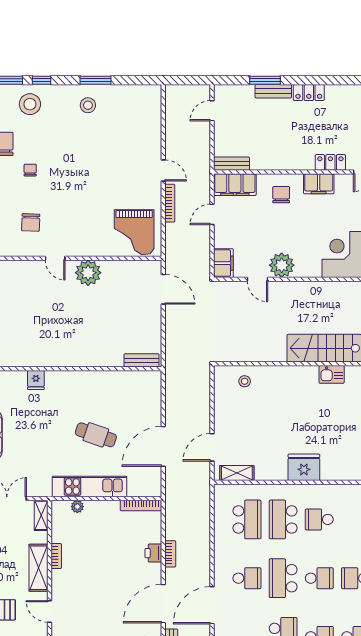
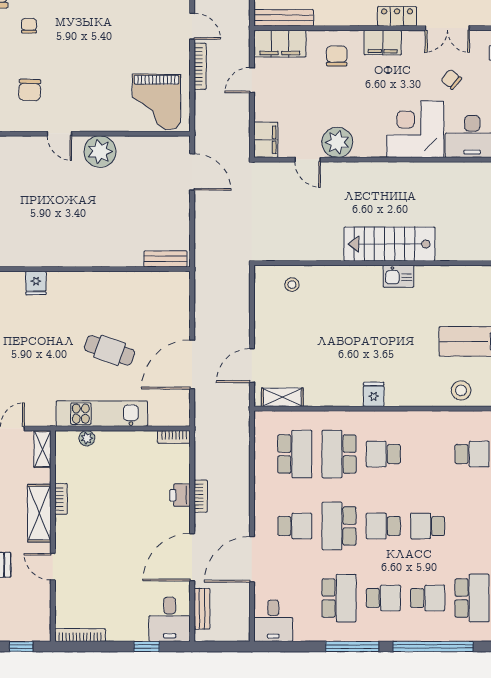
bench: (231, 164) -> (284, 18), width x1.36
fridge: (304, 467) -> (374, 394), width x0.53, depth x0.75
bookcase: (141, 506) -> (174, 437), width x0.64
school desk: (319, 578) -> (383, 526), turned 180

